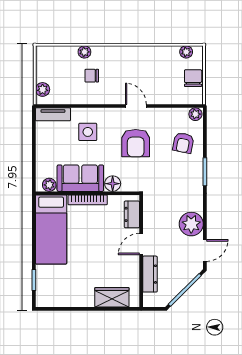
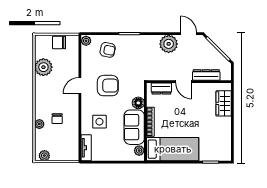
plant: (186, 52) -> (43, 67), moved, width x1.88, depth x1.88
plant: (43, 89) -> (44, 156), moved

